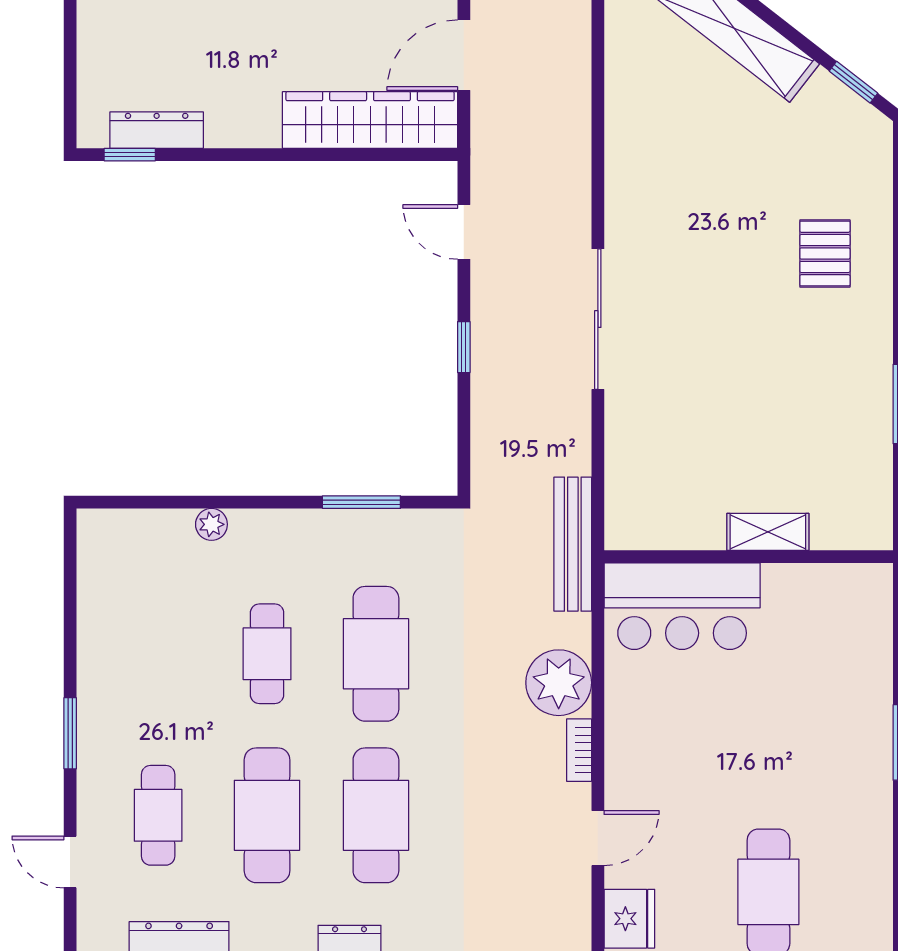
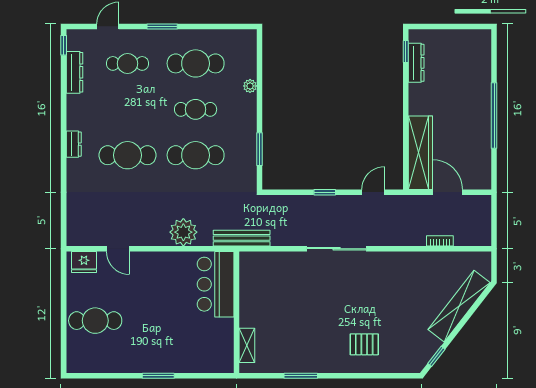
shelving: (768, 532) -> (247, 345), moved
bookcase: (579, 750) -> (440, 241), moved
cafe table: (267, 815) -> (196, 63), moved

